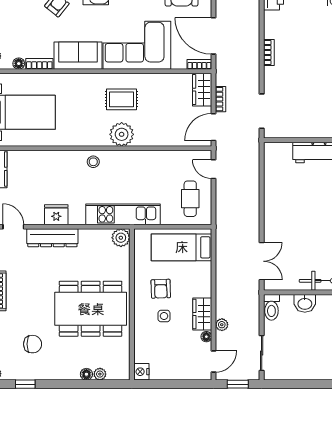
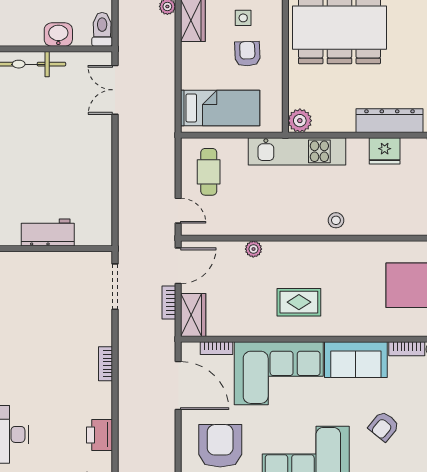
bookcase: (199, 64) -> (217, 348), moved
plant: (122, 134) -> (253, 249), moved, width x0.53, depth x0.53

